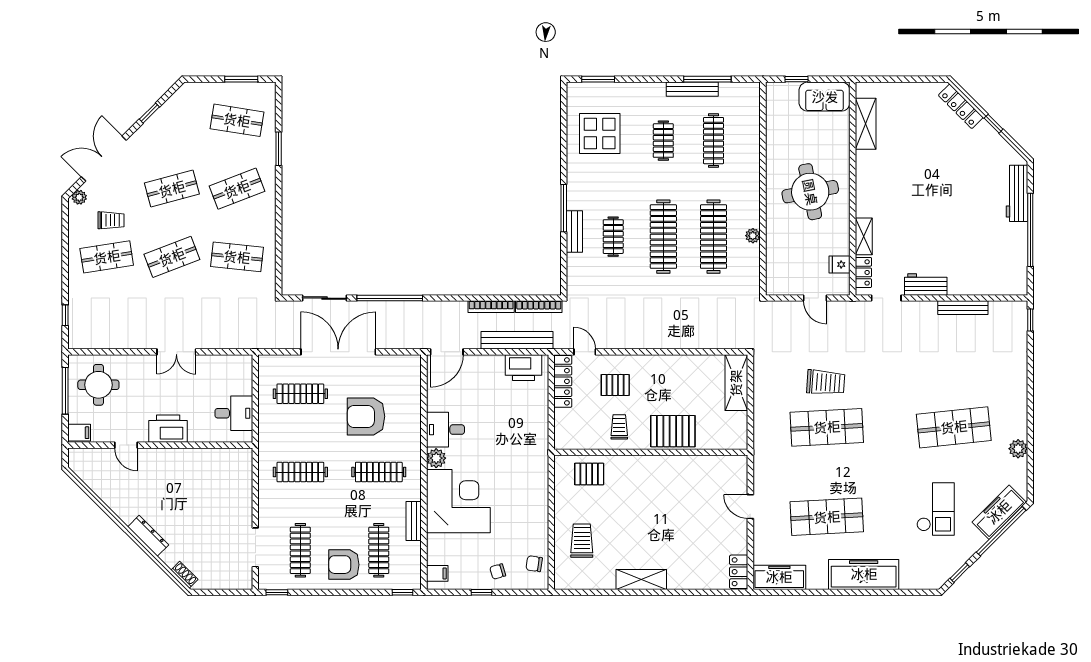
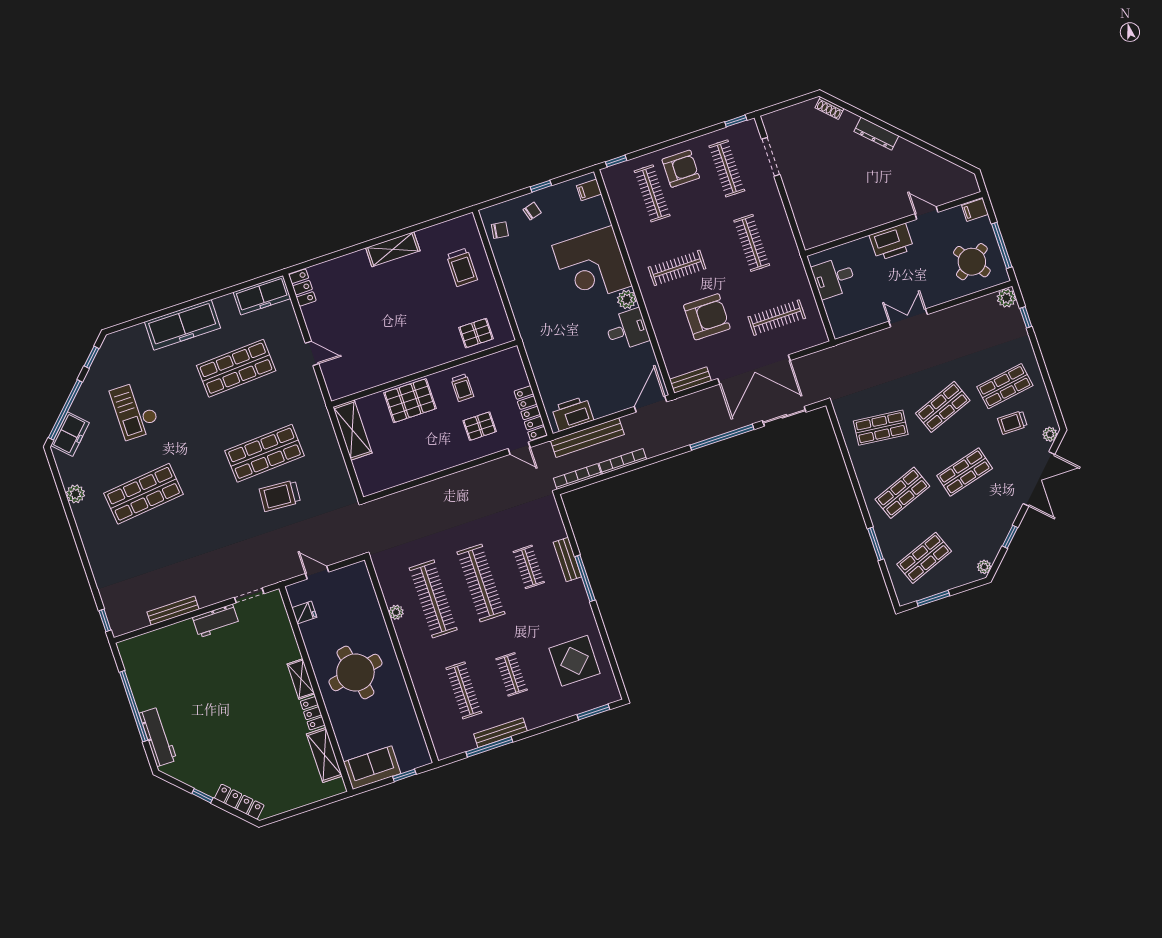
plant: (183, 93) -> (984, 567), added
shop shelf: (237, 120) -> (924, 558), turned -30
shelving: (864, 236) -> (301, 679), moved
locker: (863, 272) -> (313, 713), moved
plant: (77, 340) -> (1006, 298), added
shelving: (736, 383) -> (352, 430), moved
round table: (98, 385) -> (972, 262), turned -34
clothes rail: (300, 472) -> (752, 243), turned 90
freezer: (999, 512) -> (70, 434), width x0.71
bench: (414, 521) -> (690, 380), moved, turned 90

